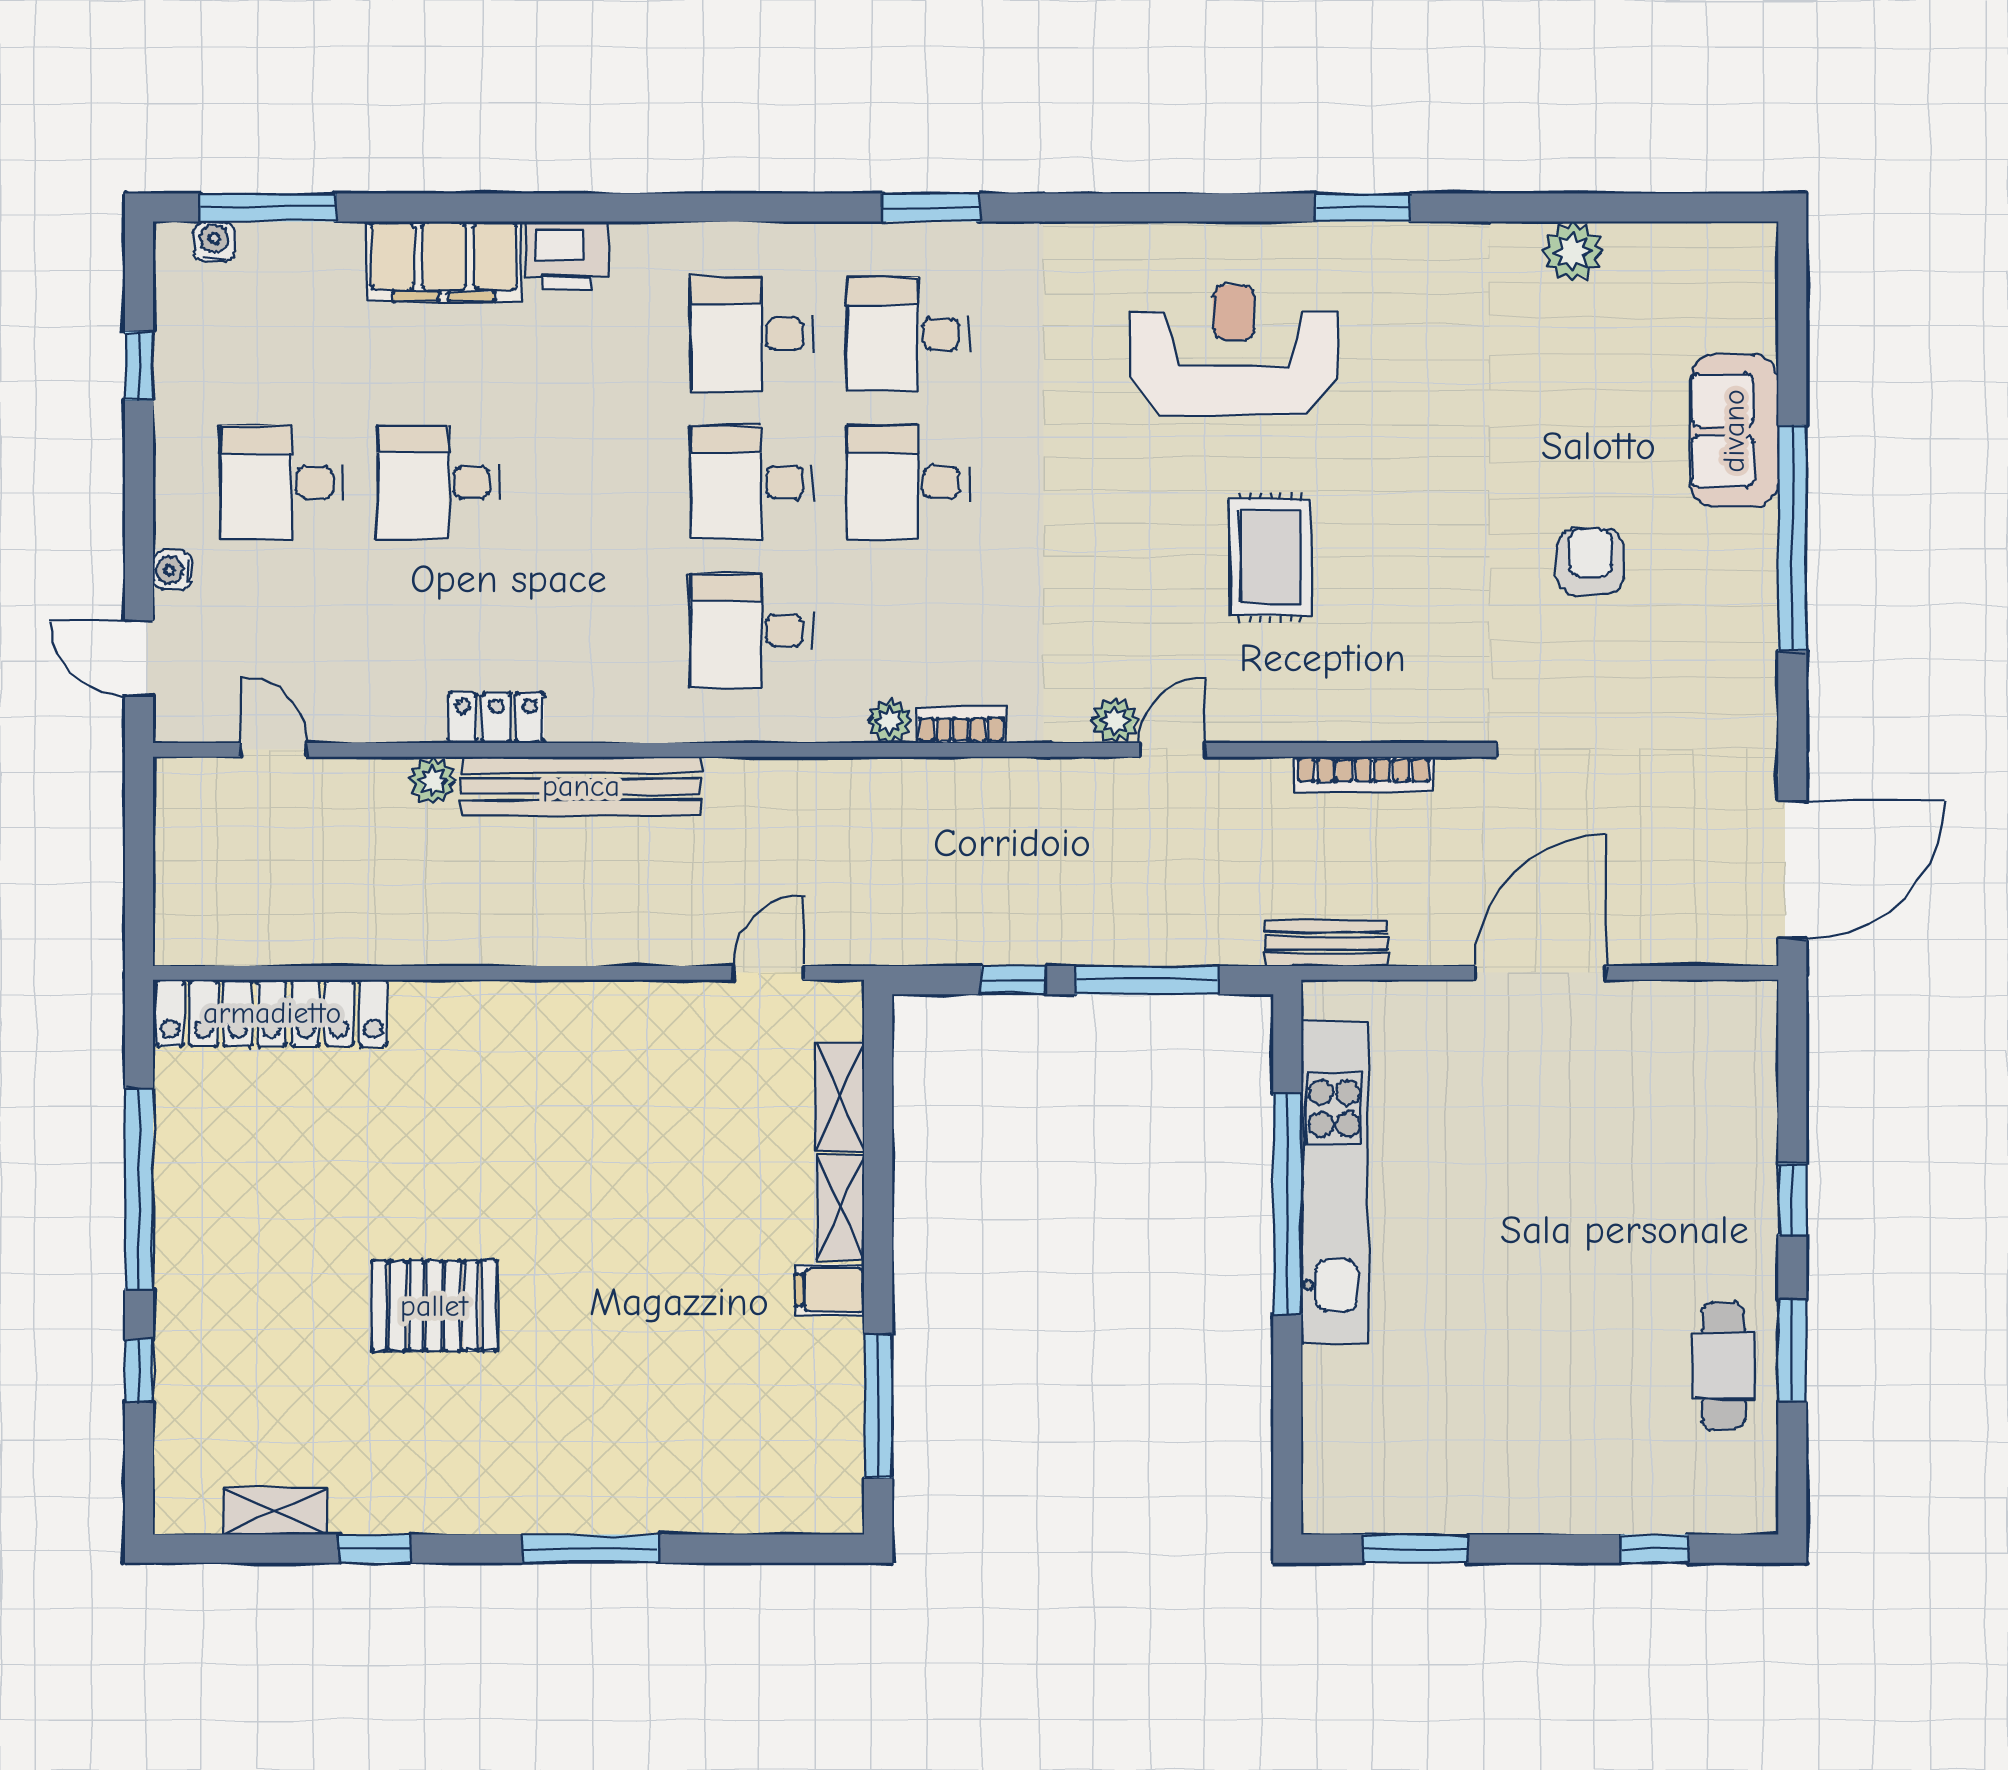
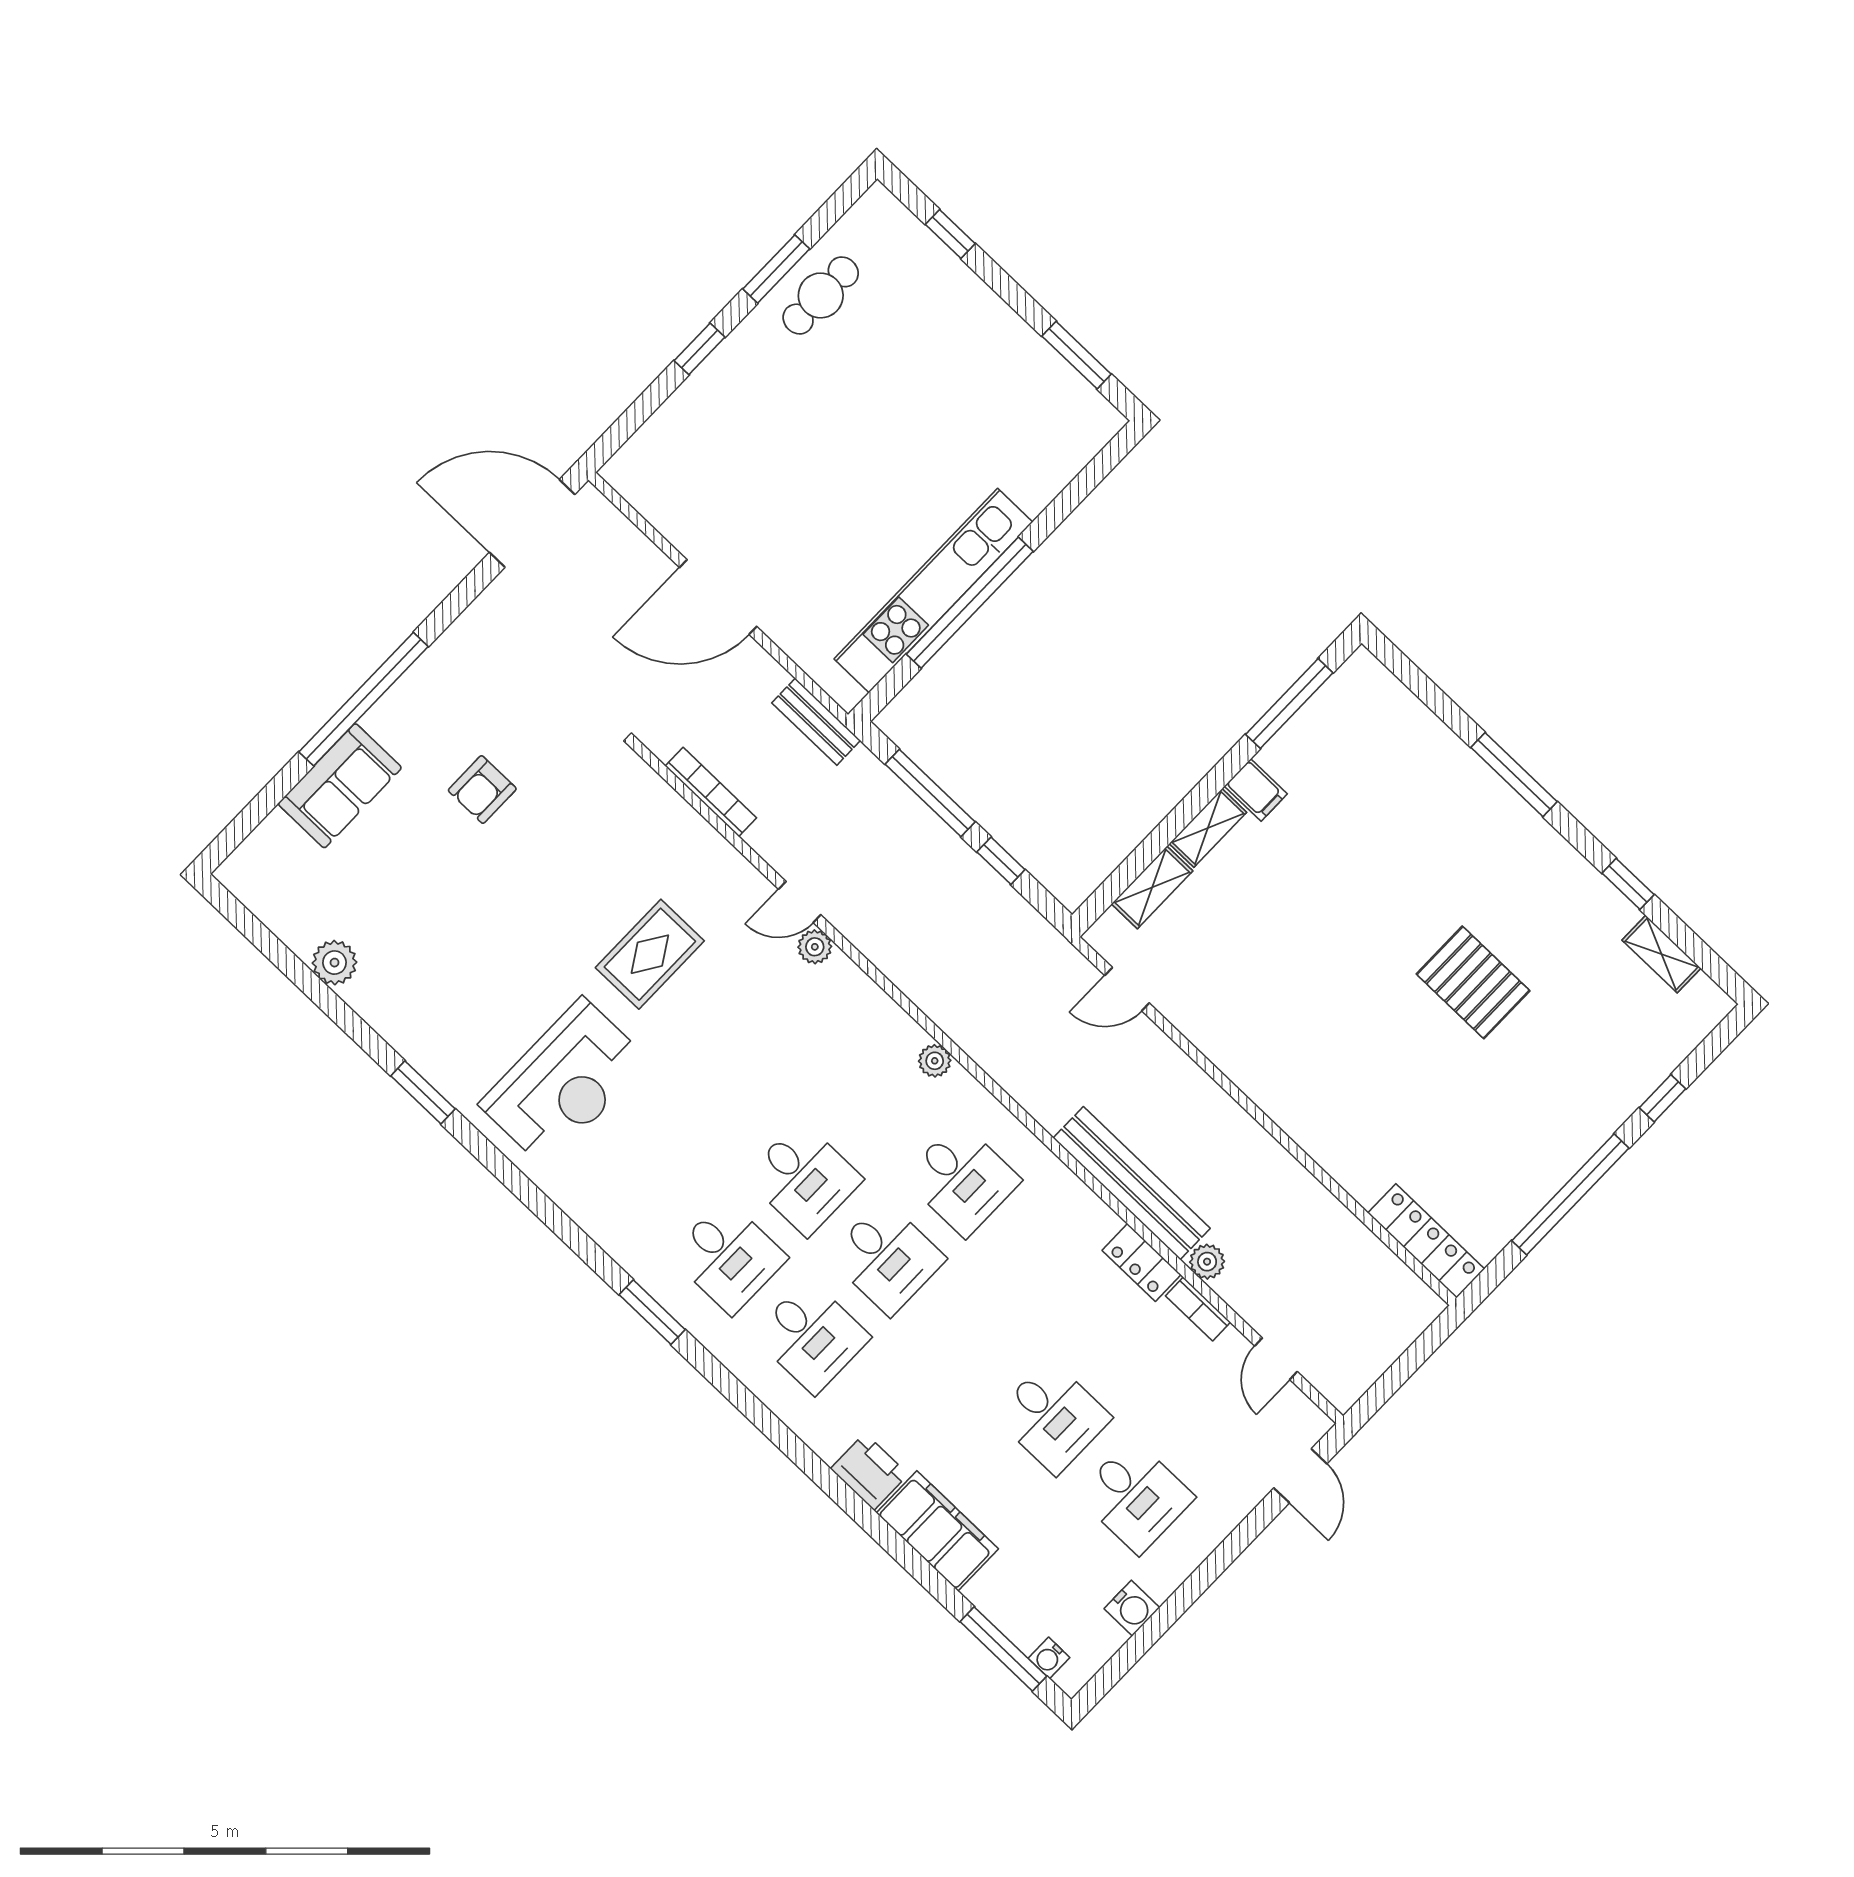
reception desk: (1234, 350) -> (564, 1083), turned -90
window: (139, 366) -> (1152, 1631), removed
water cooler: (172, 570) -> (1132, 1608), moved, width x1.38, depth x1.38
bookcase: (961, 725) -> (1198, 1309), moved
locker: (272, 1013) -> (1426, 1241), width x0.71, depth x0.83

